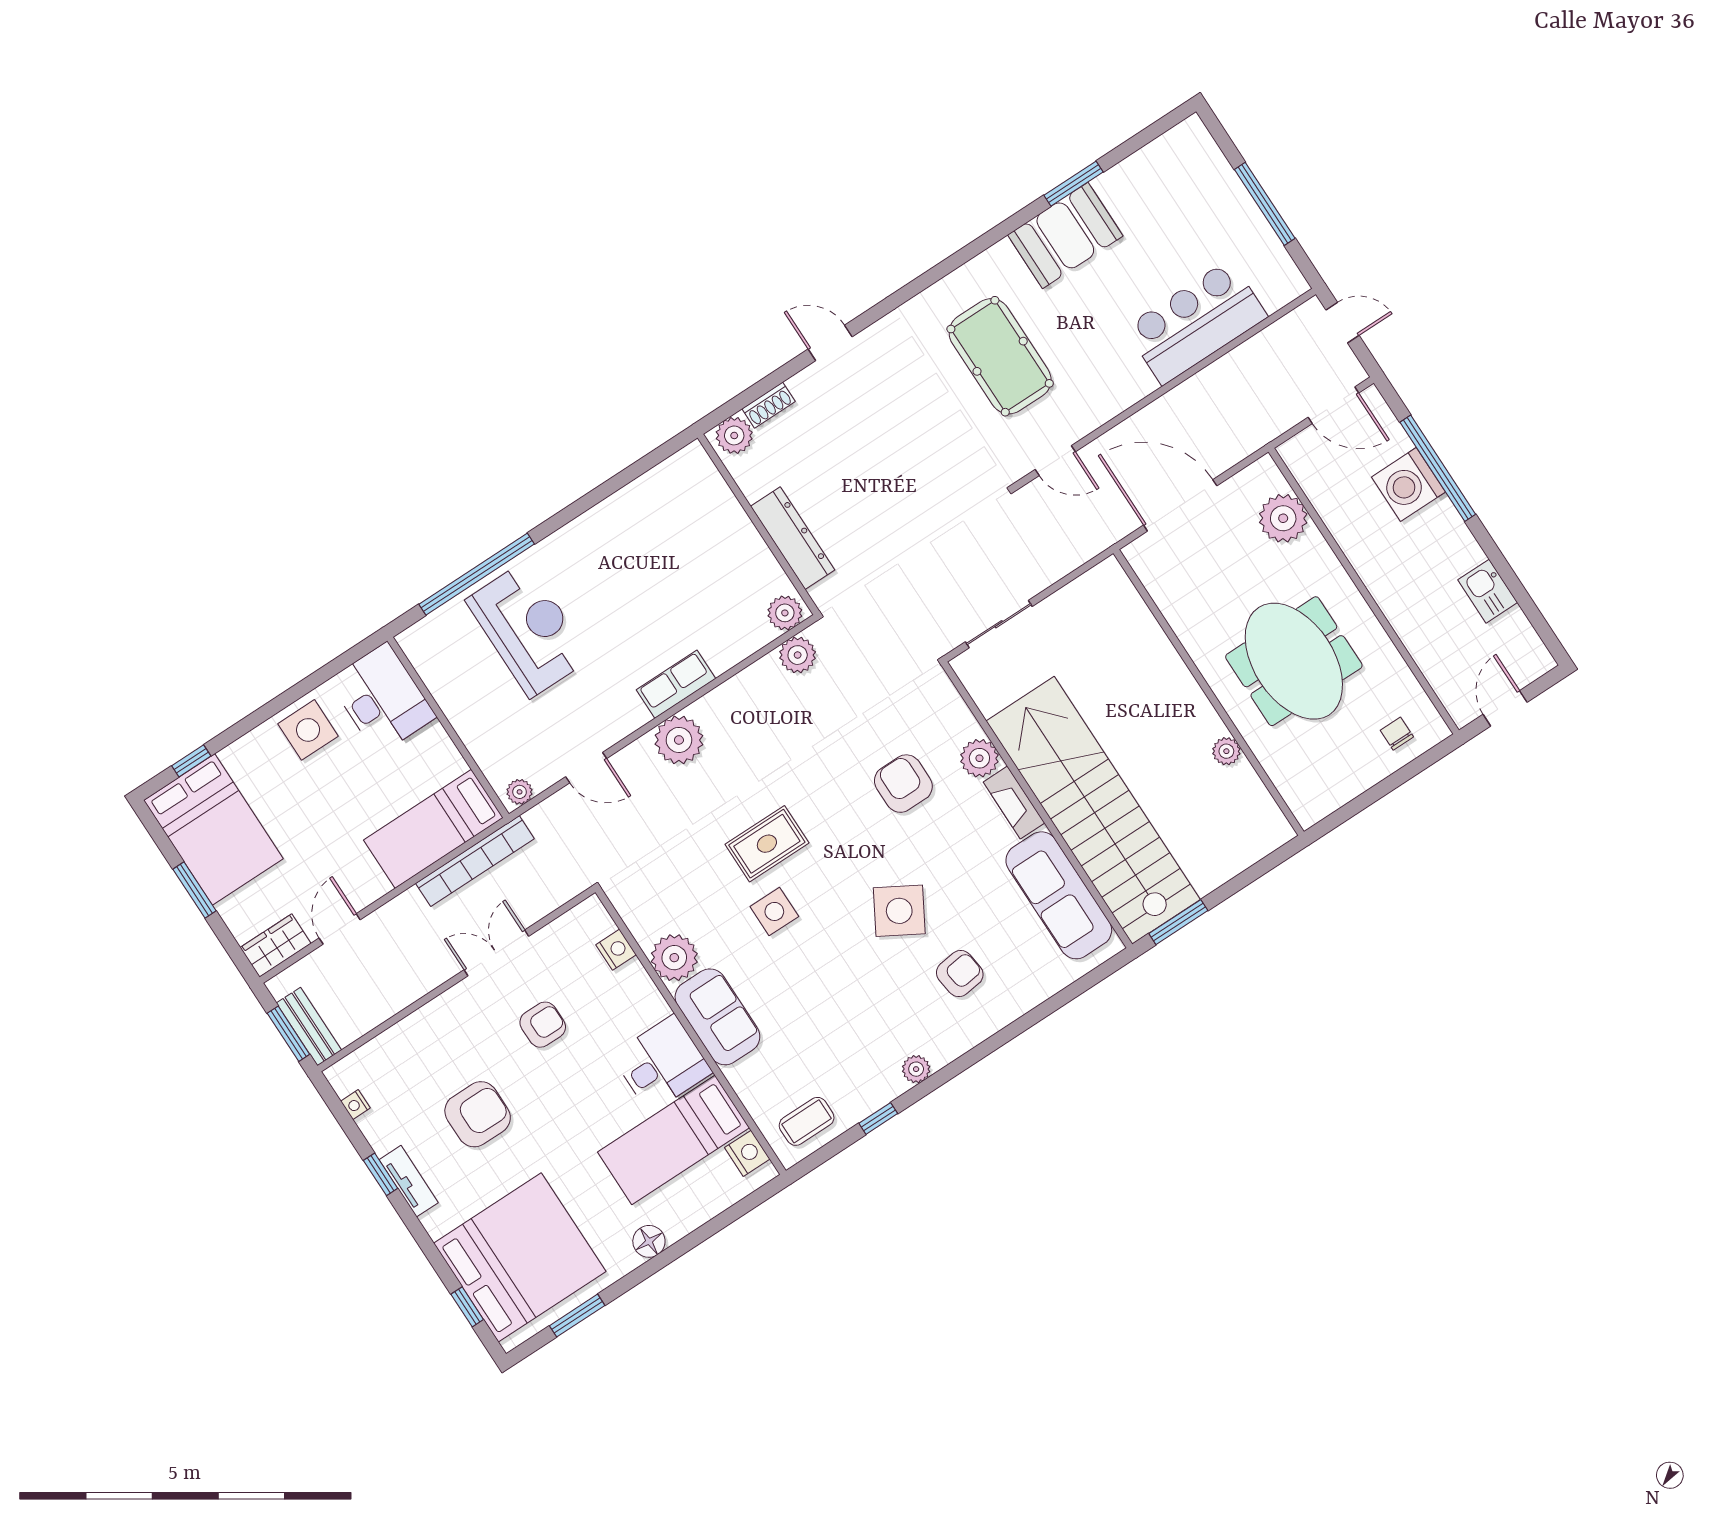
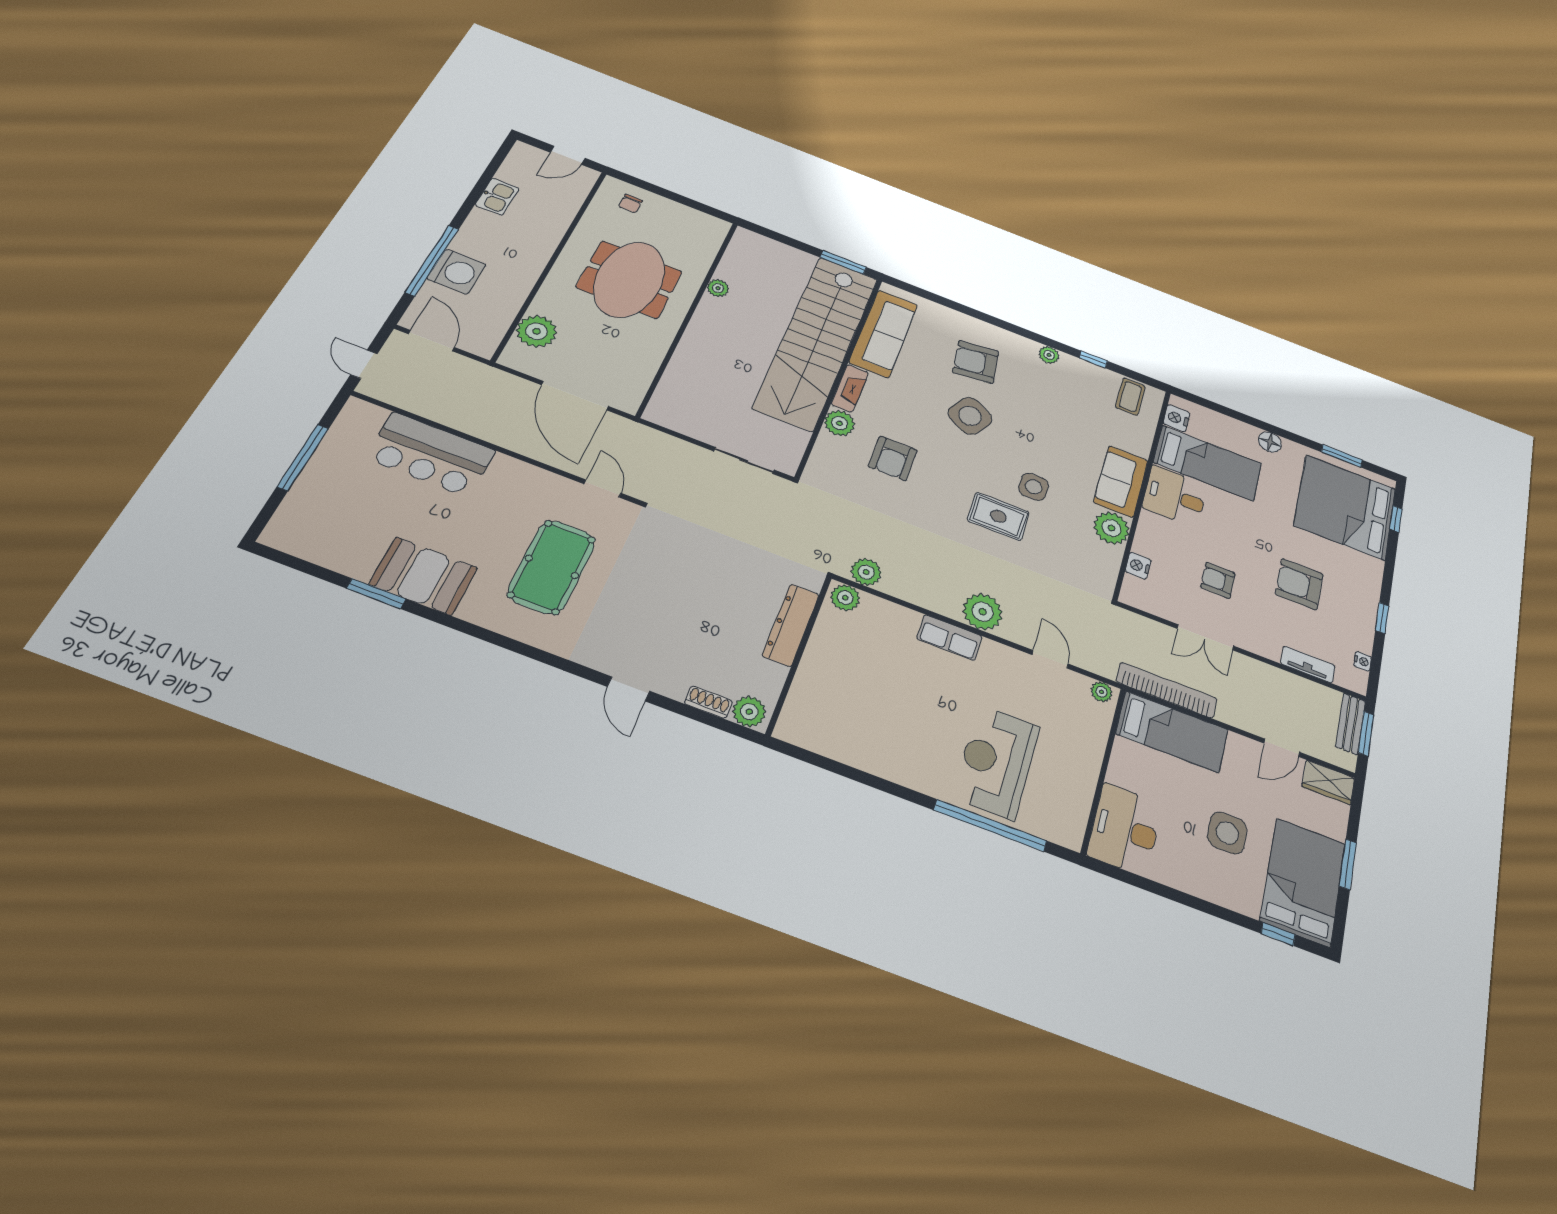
side table: (308, 730) -> (1227, 833), moved
armchair: (960, 974) -> (976, 362), width x1.38, depth x1.38
coffee table: (807, 1121) -> (1130, 397), turned 90
tv unit: (409, 1181) -> (1308, 665), moved, turned 90

